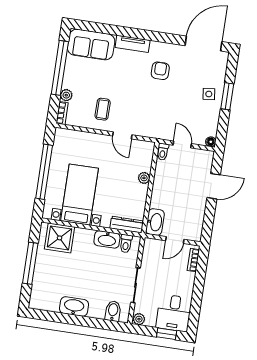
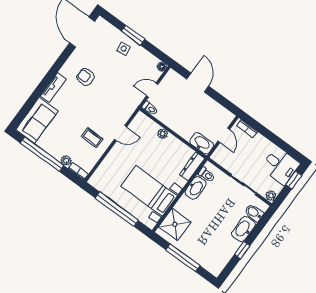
washbasin: (74, 307) -> (243, 229), moved
window: (69, 319) -> (242, 250), added

